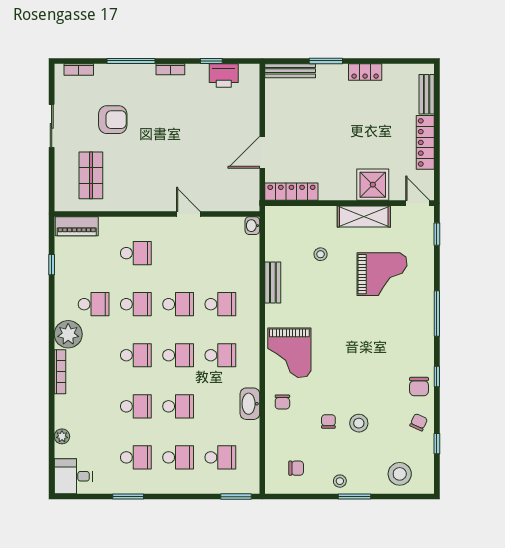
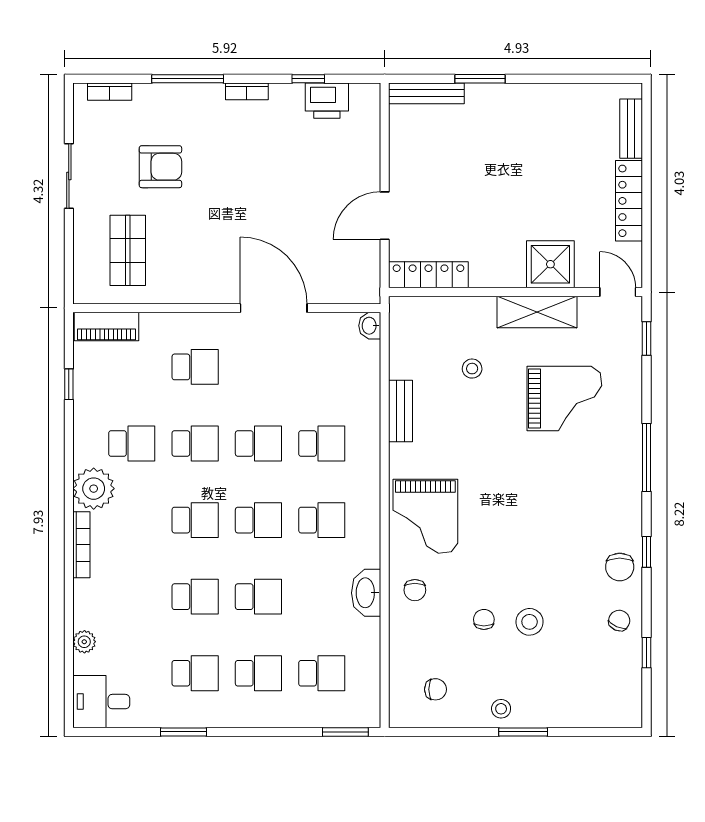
locker: (365, 72) -> (539, 95), removed
door: (188, 214) -> (274, 308), width x1.88
stool: (400, 474) -> (591, 698), removed

